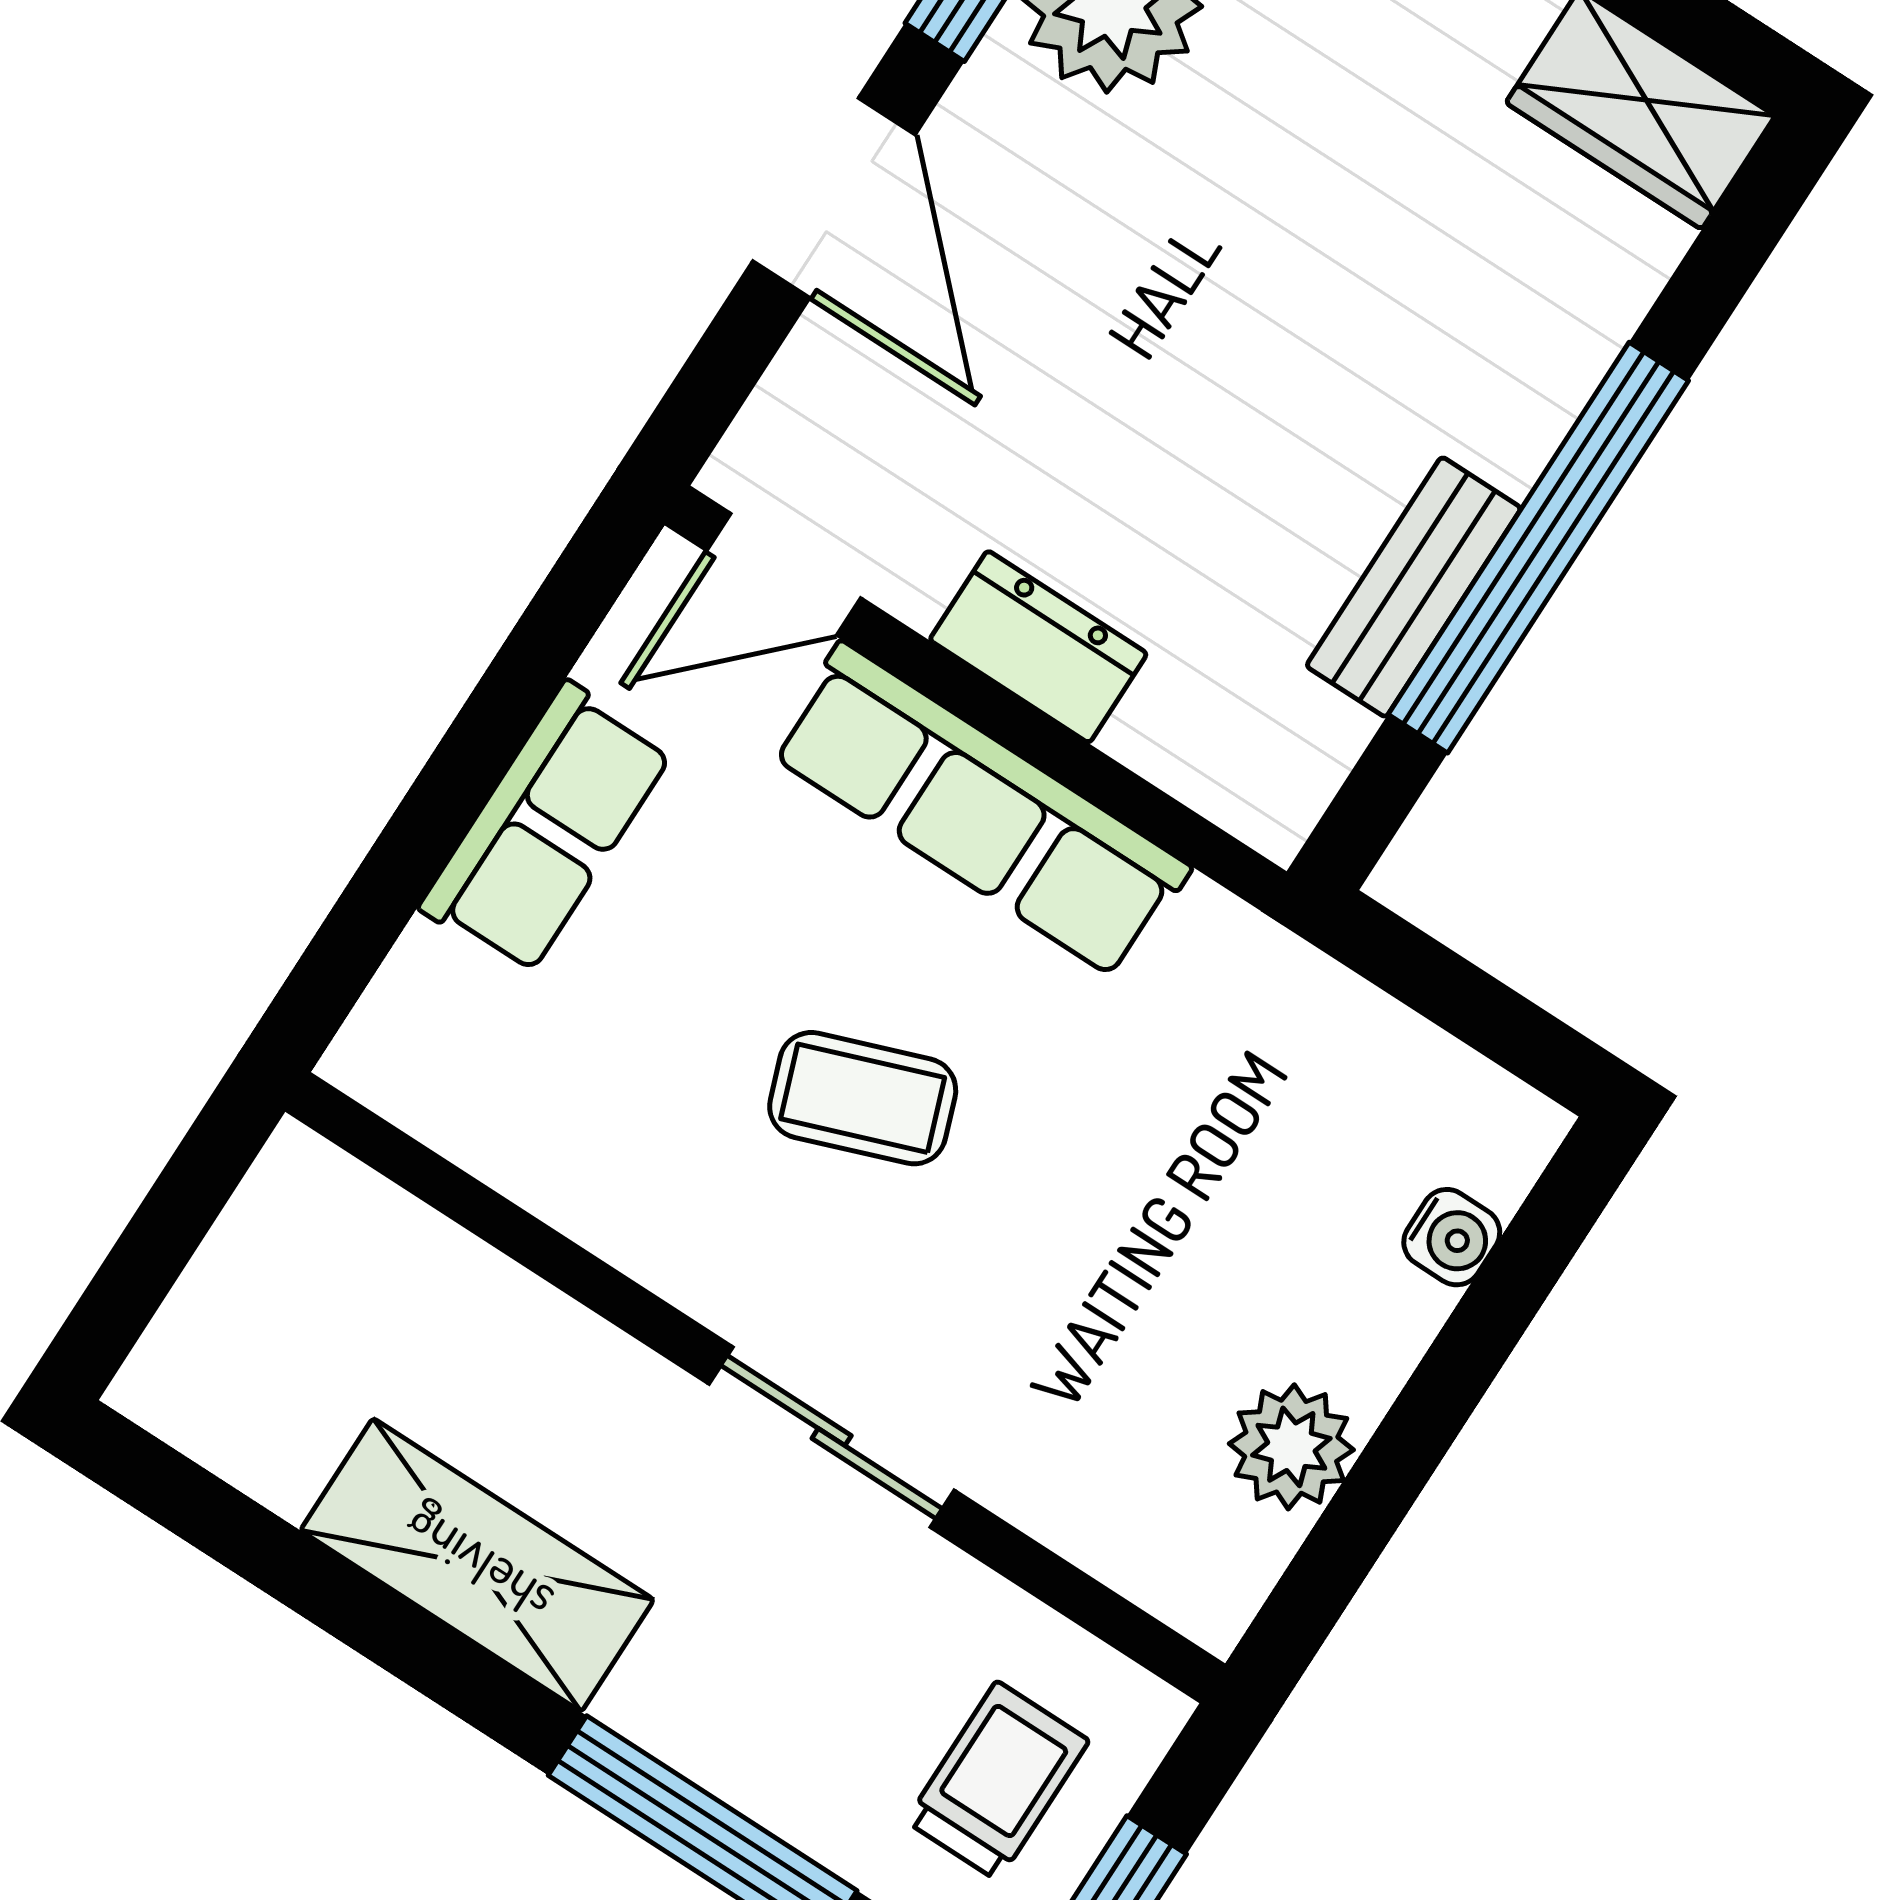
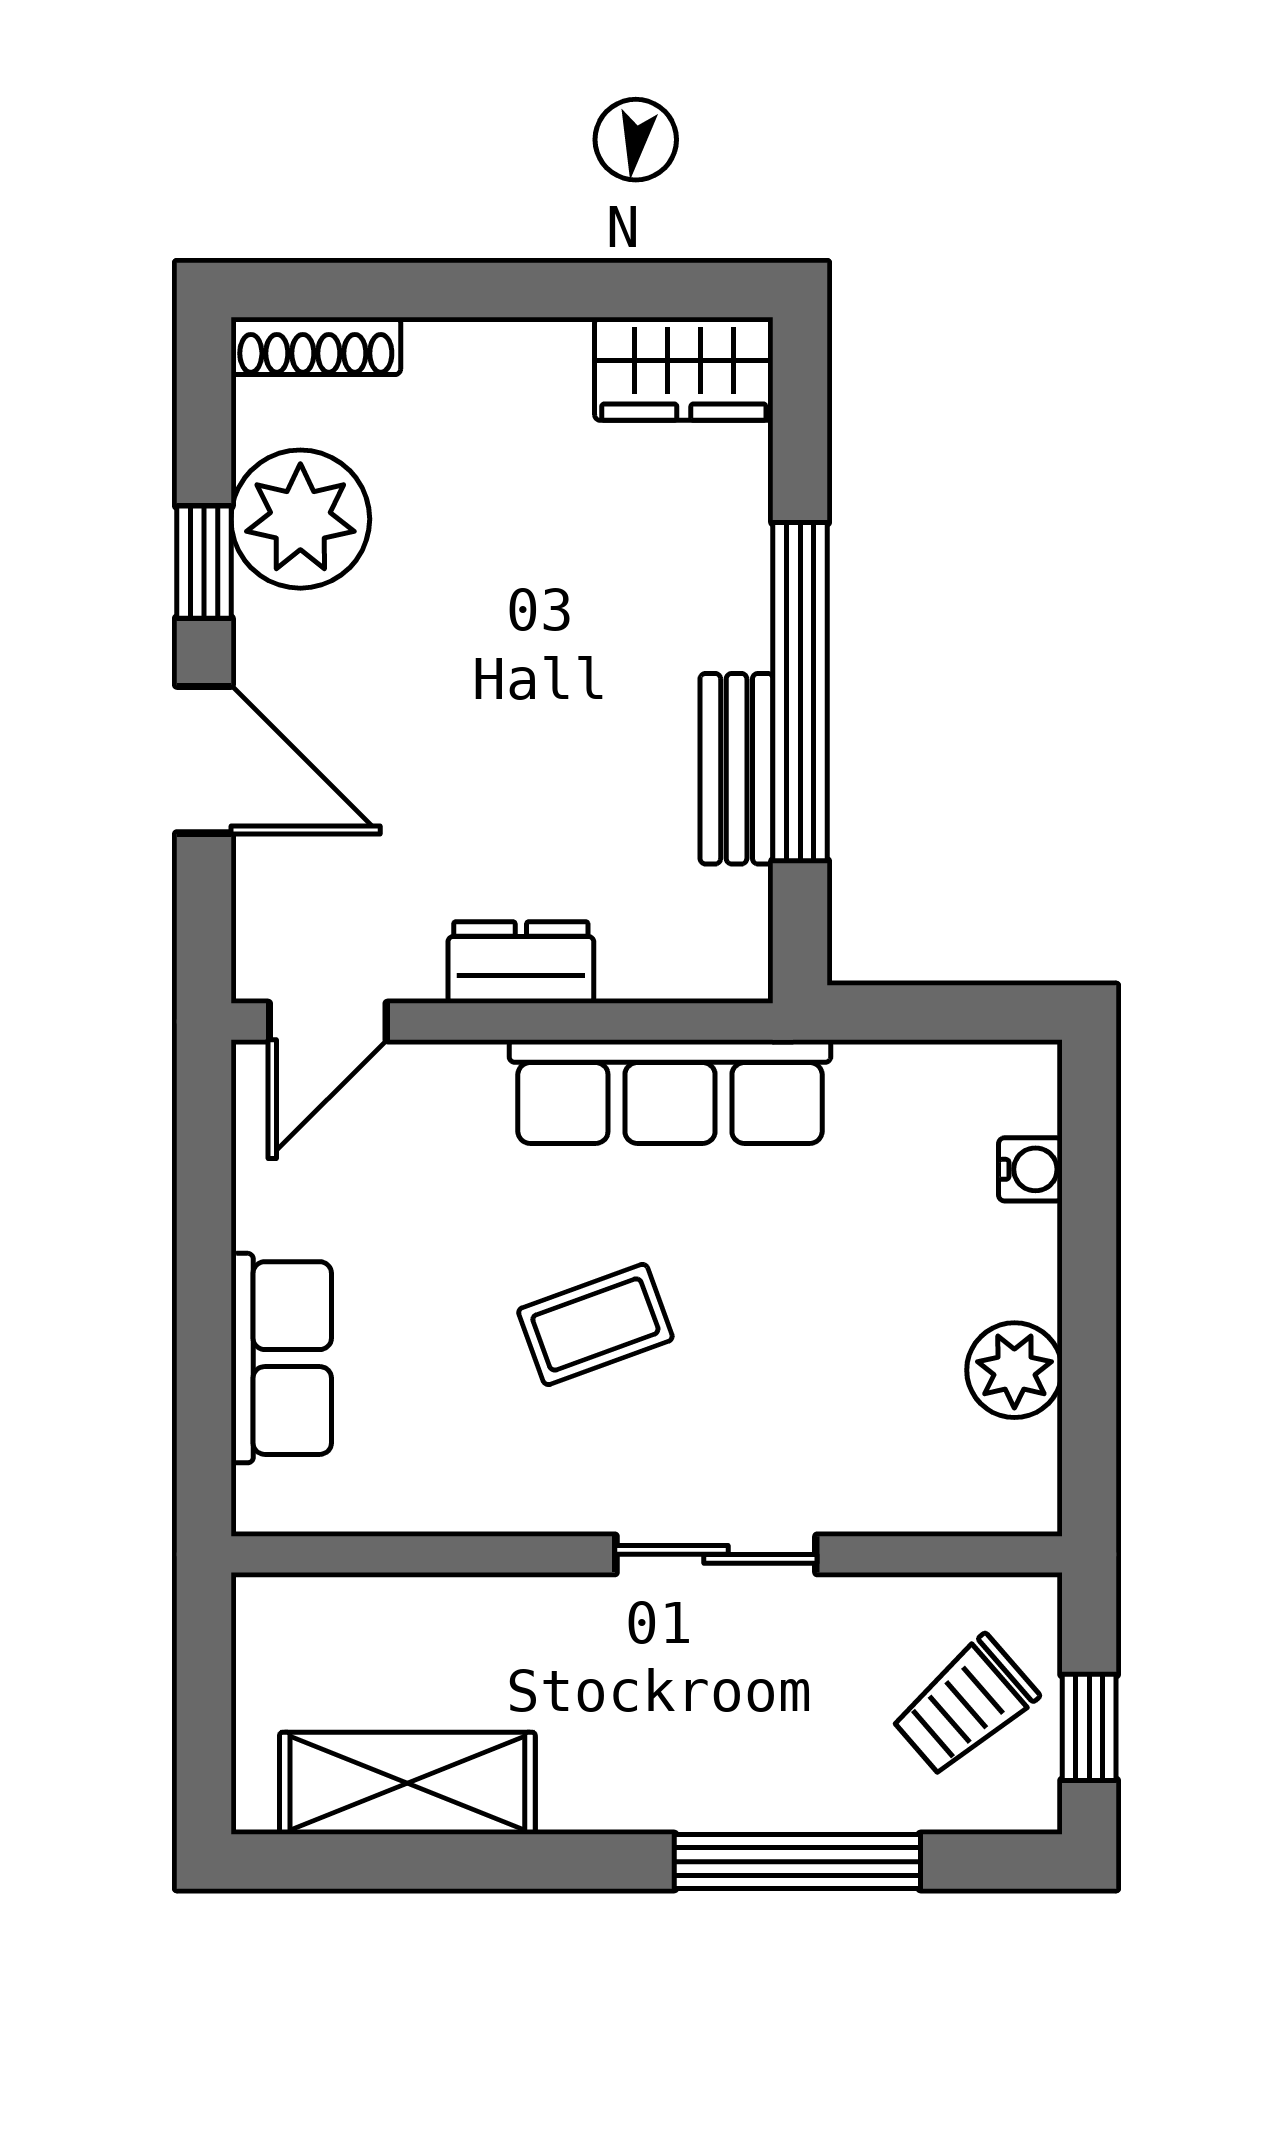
row of seats: (980, 810) -> (670, 1092), moved
row of seats: (546, 829) -> (281, 1358), moved
shelving: (477, 1565) -> (407, 1783), moved
trolley: (997, 1781) -> (965, 1706), turned -131

